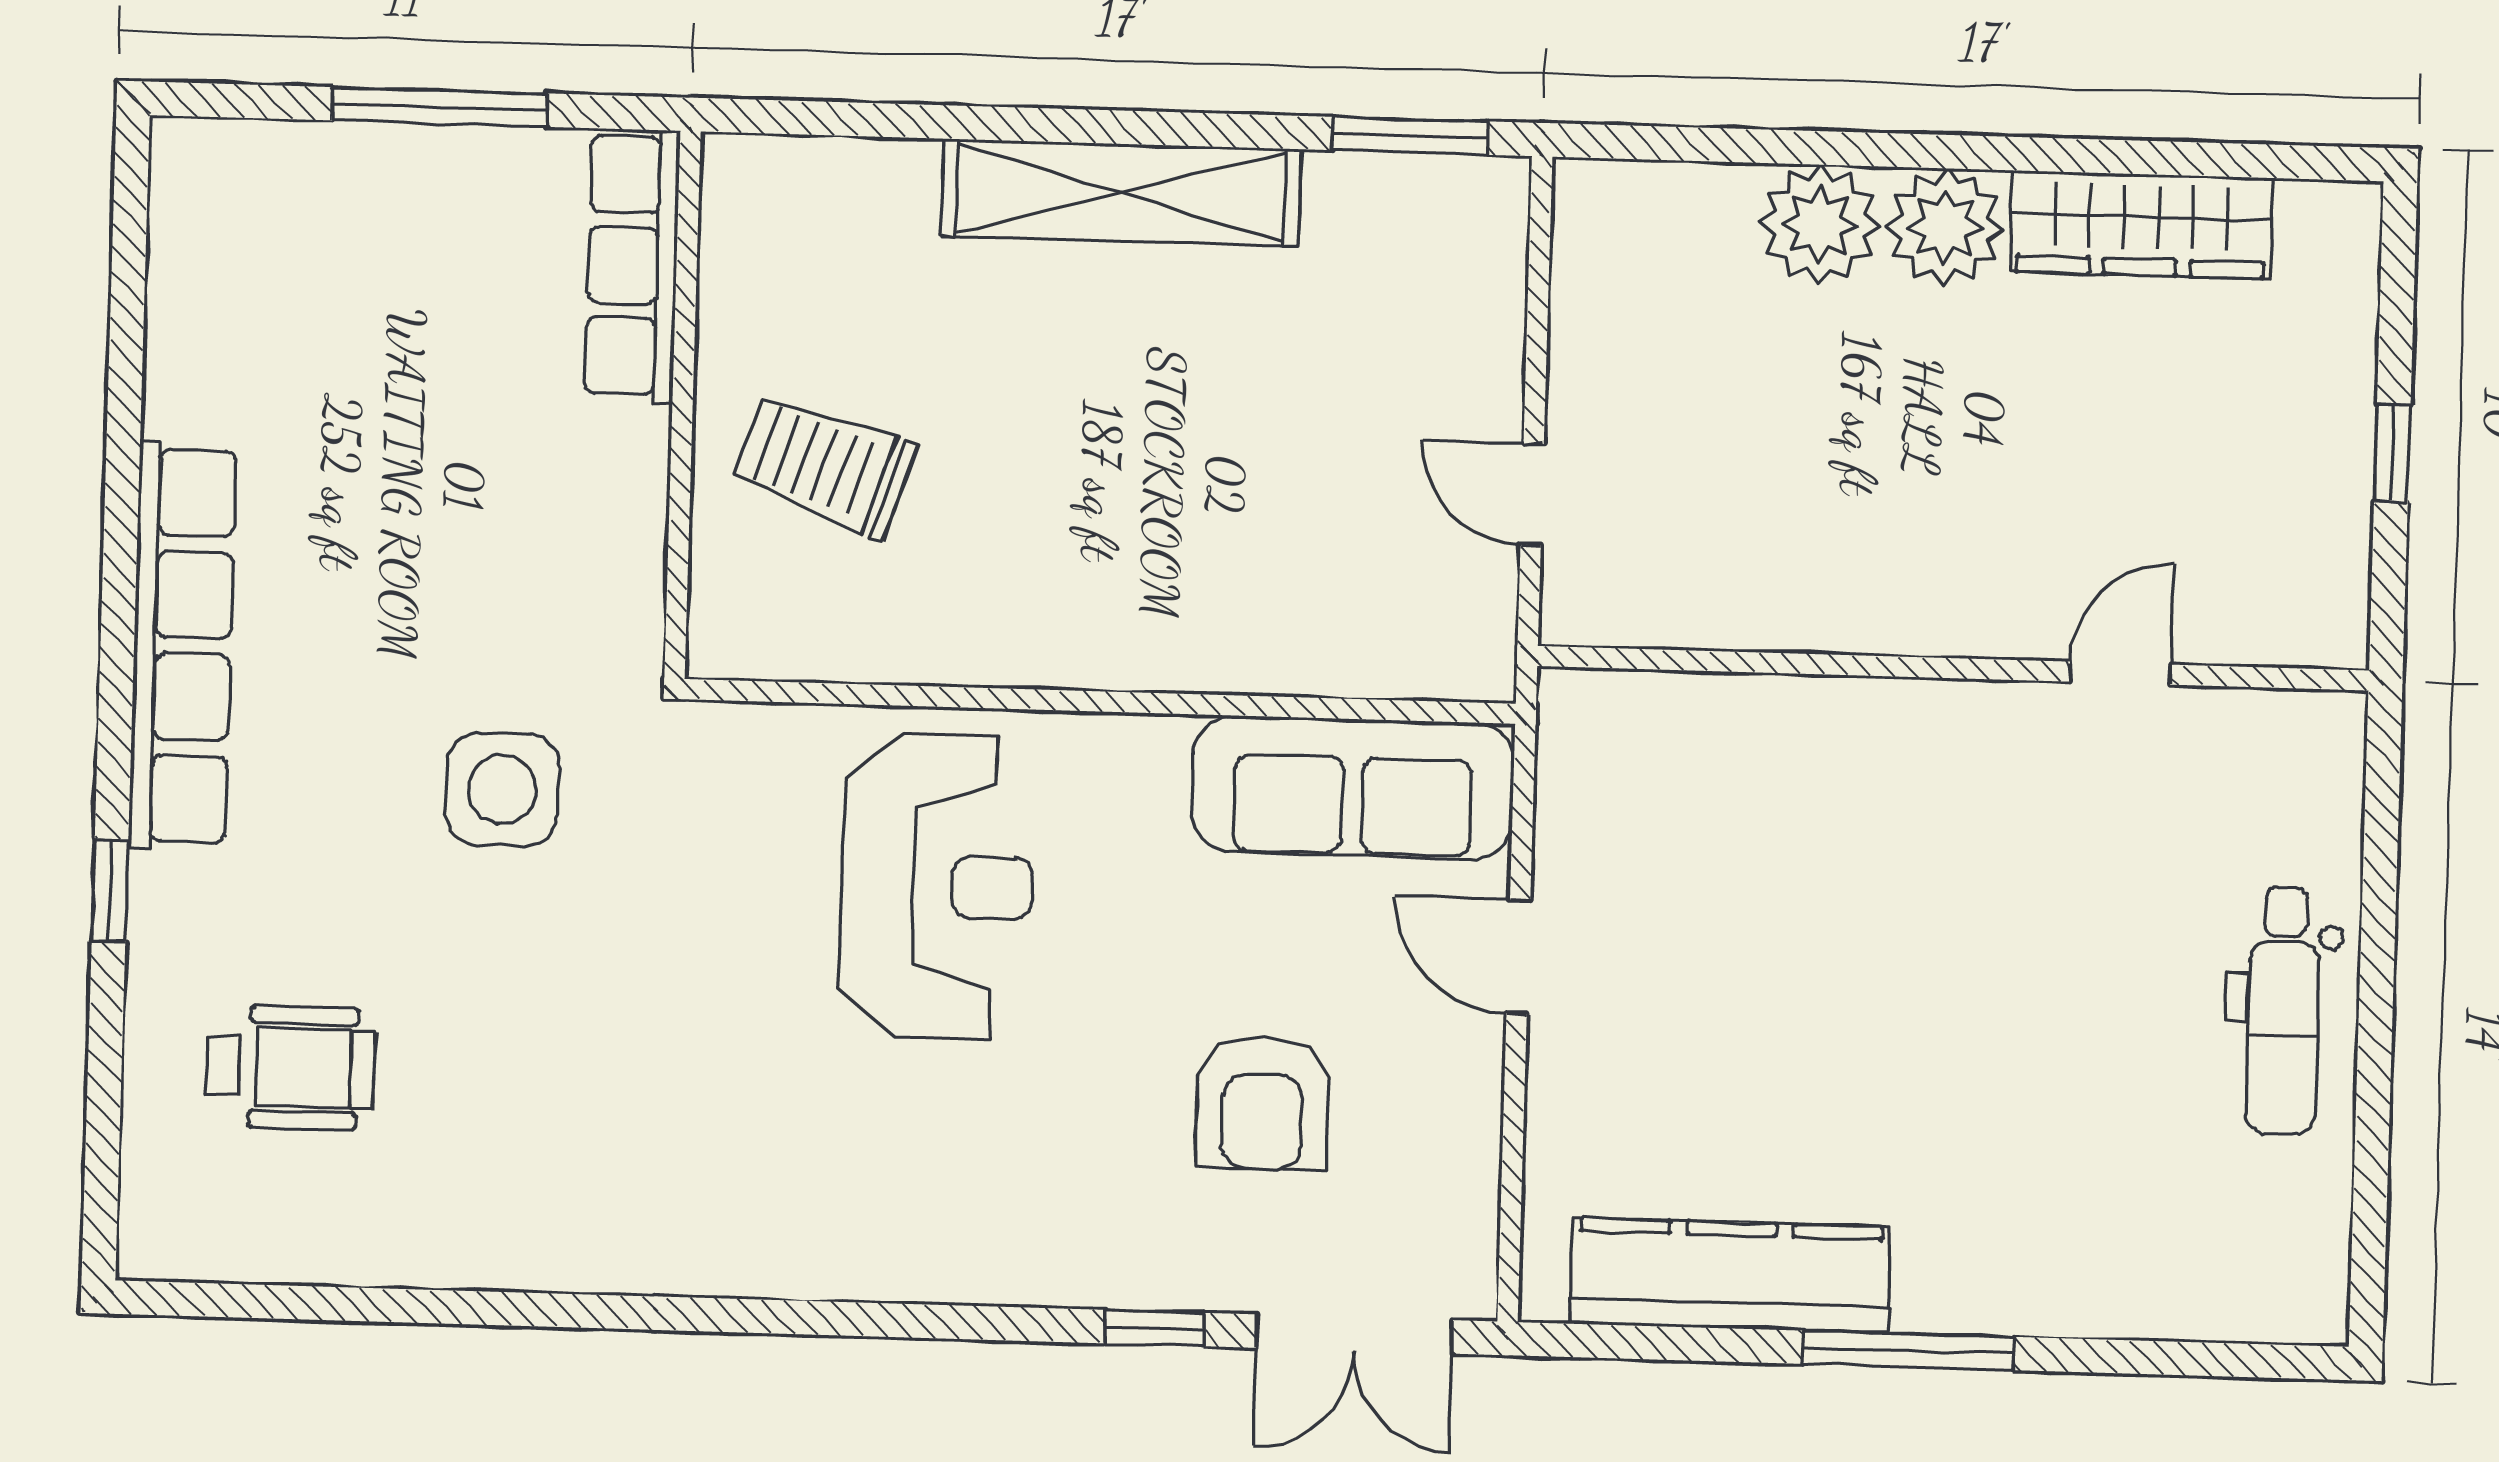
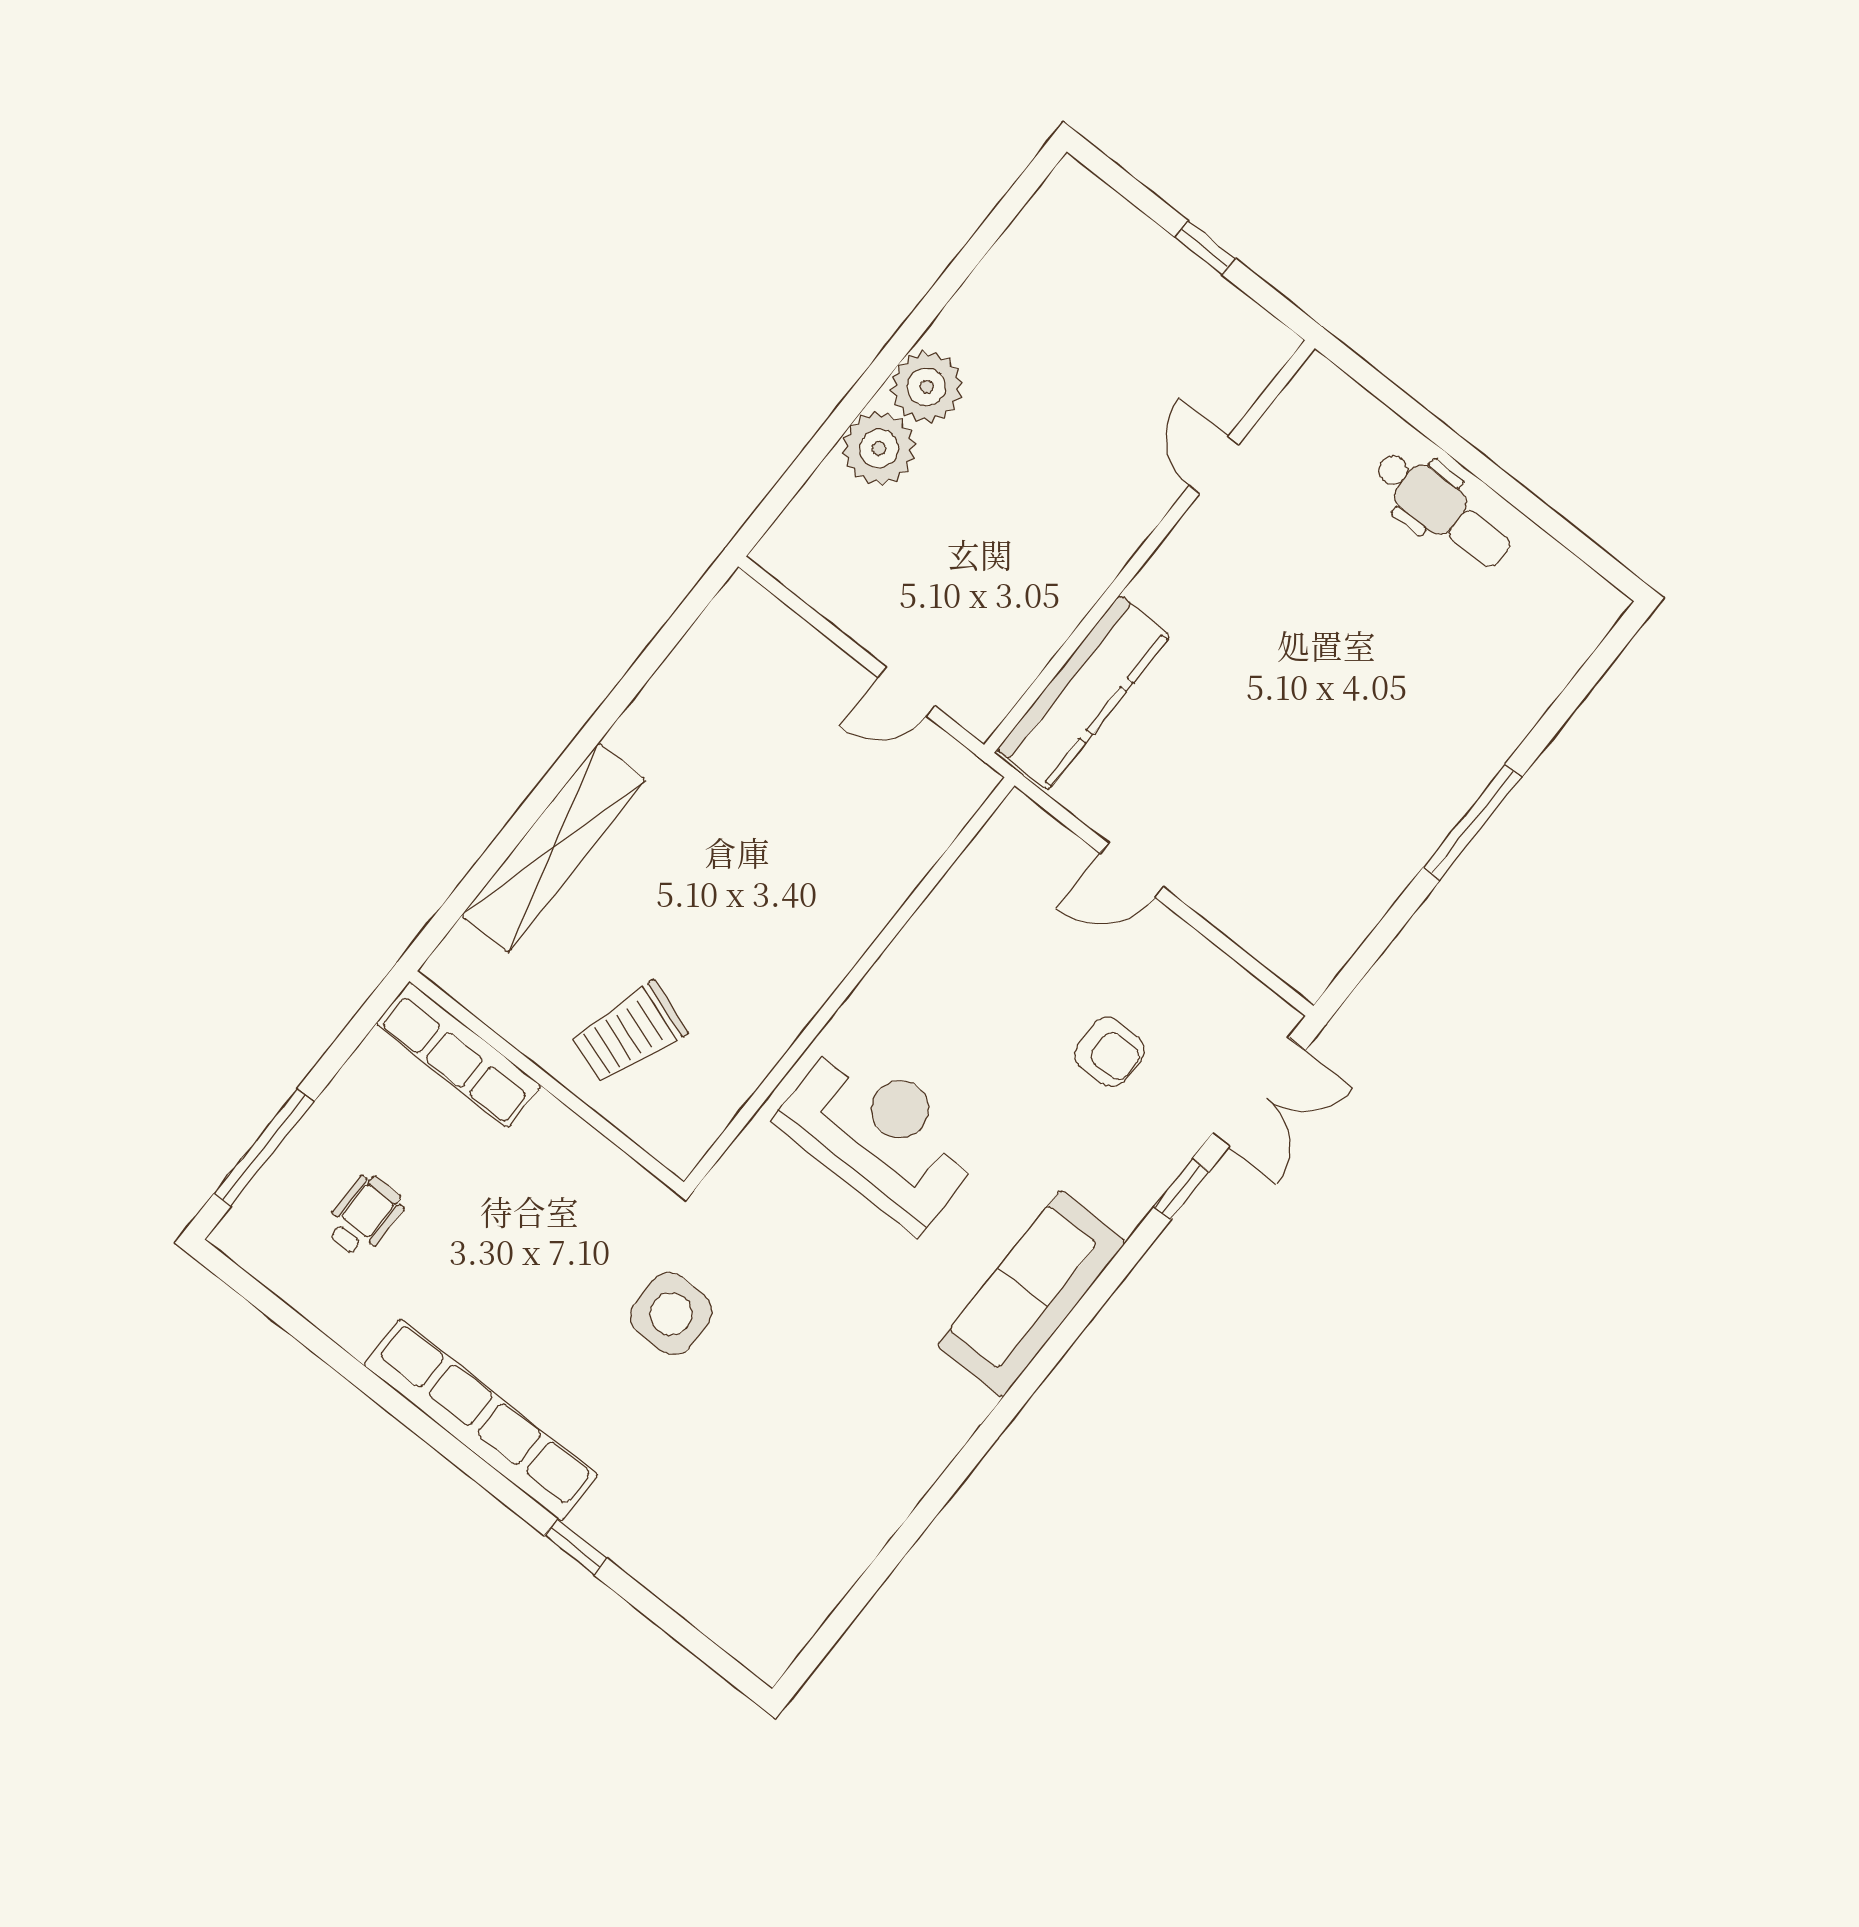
window: (440, 107) -> (264, 1148), moved
window: (1410, 136) -> (683, 619), removed
shelving: (1121, 193) -> (553, 848), moved
wardrobe: (2141, 225) -> (998, 288), removed
sofa: (1353, 787) -> (1031, 1294), moved, turned 180
wheelchair: (290, 1067) -> (364, 1216), moved, width x0.73, depth x0.73
armchair: (1263, 1103) -> (1109, 1052), width x0.72, depth x0.72
kitchen counter: (1730, 1275) -> (1084, 693), moved, turned 180

